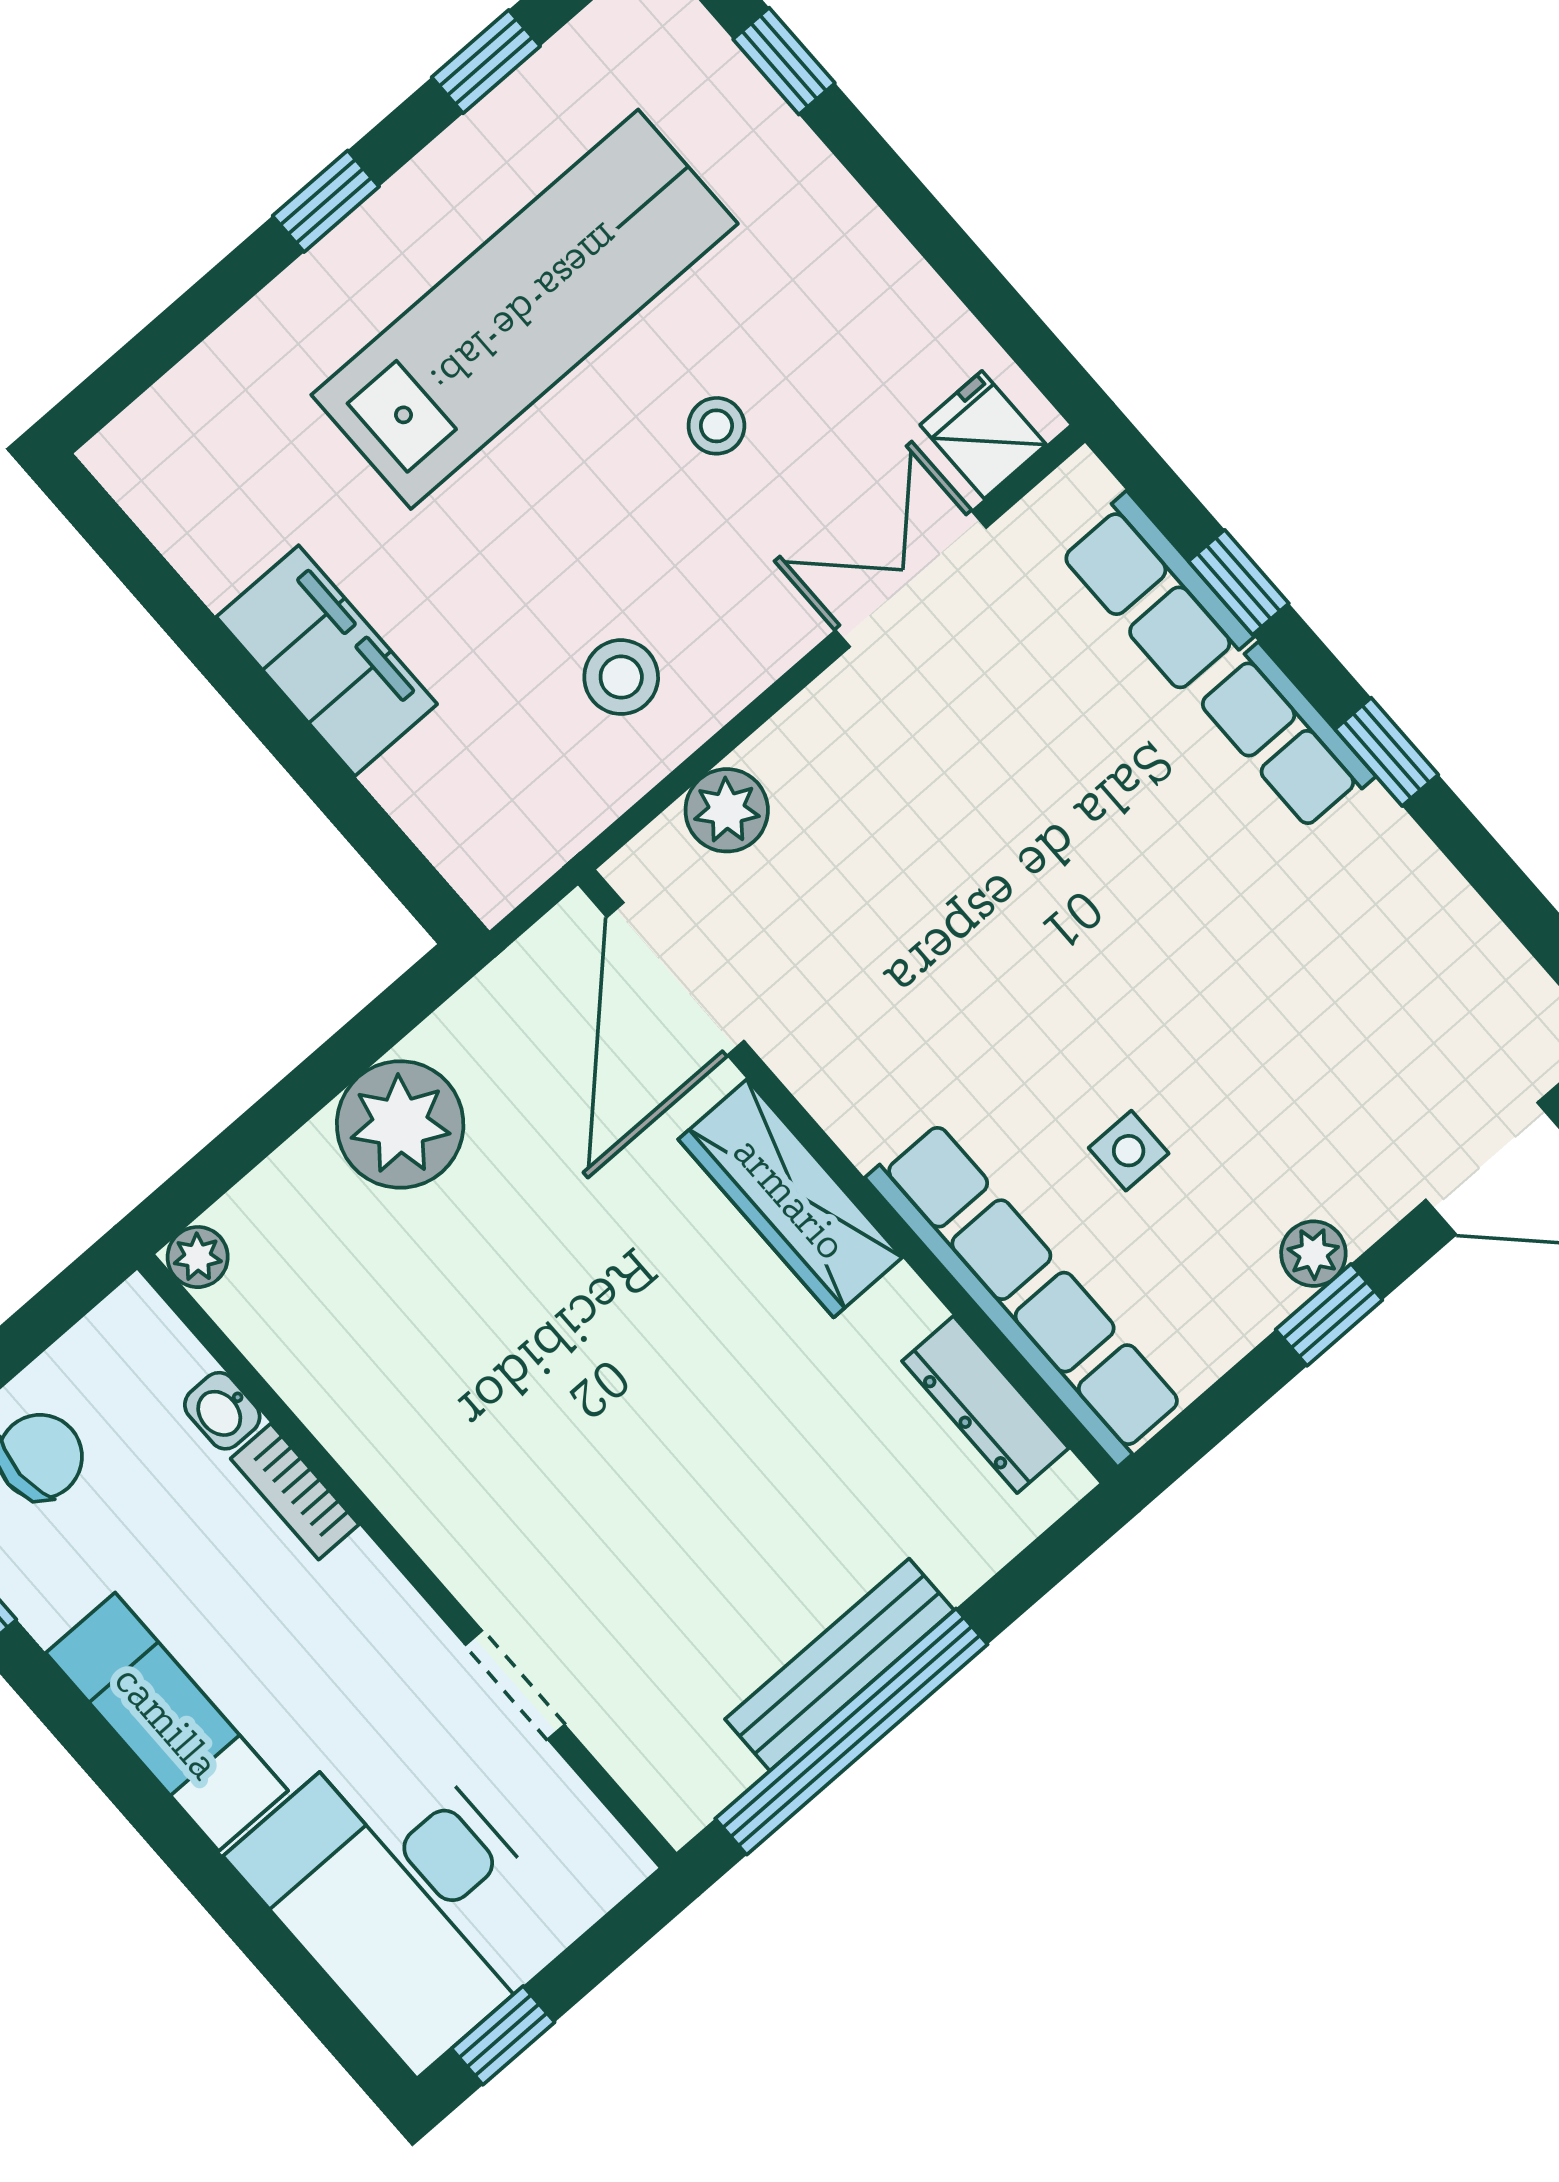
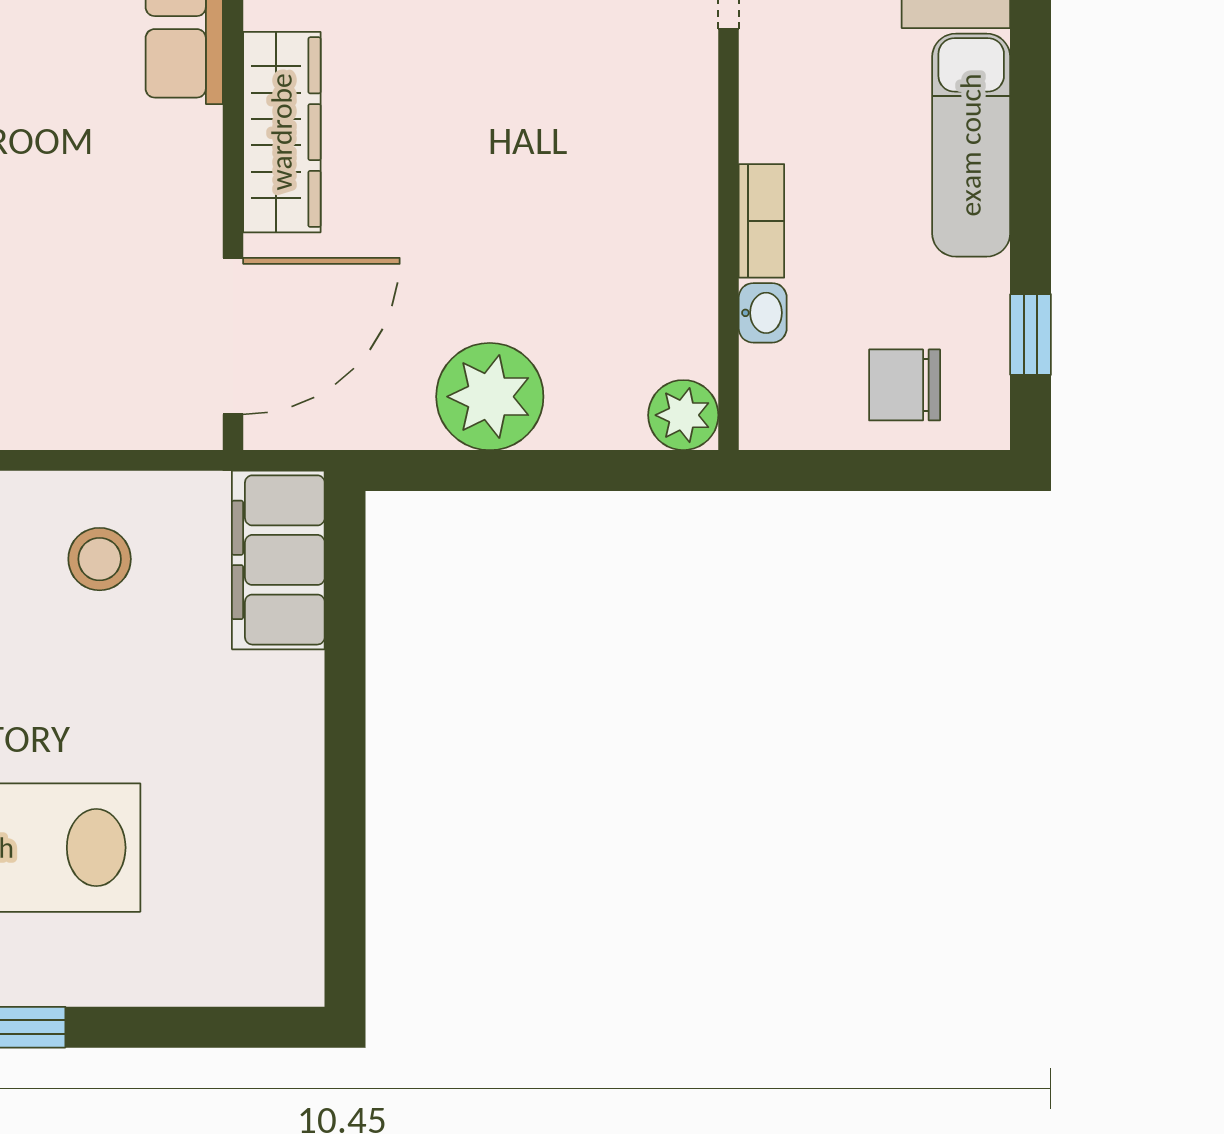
filing cabinet: (327, 661) -> (278, 560), moved
plant: (727, 810) -> (106, 415), removed
plant: (198, 1257) -> (683, 415), width x1.38, depth x1.38

